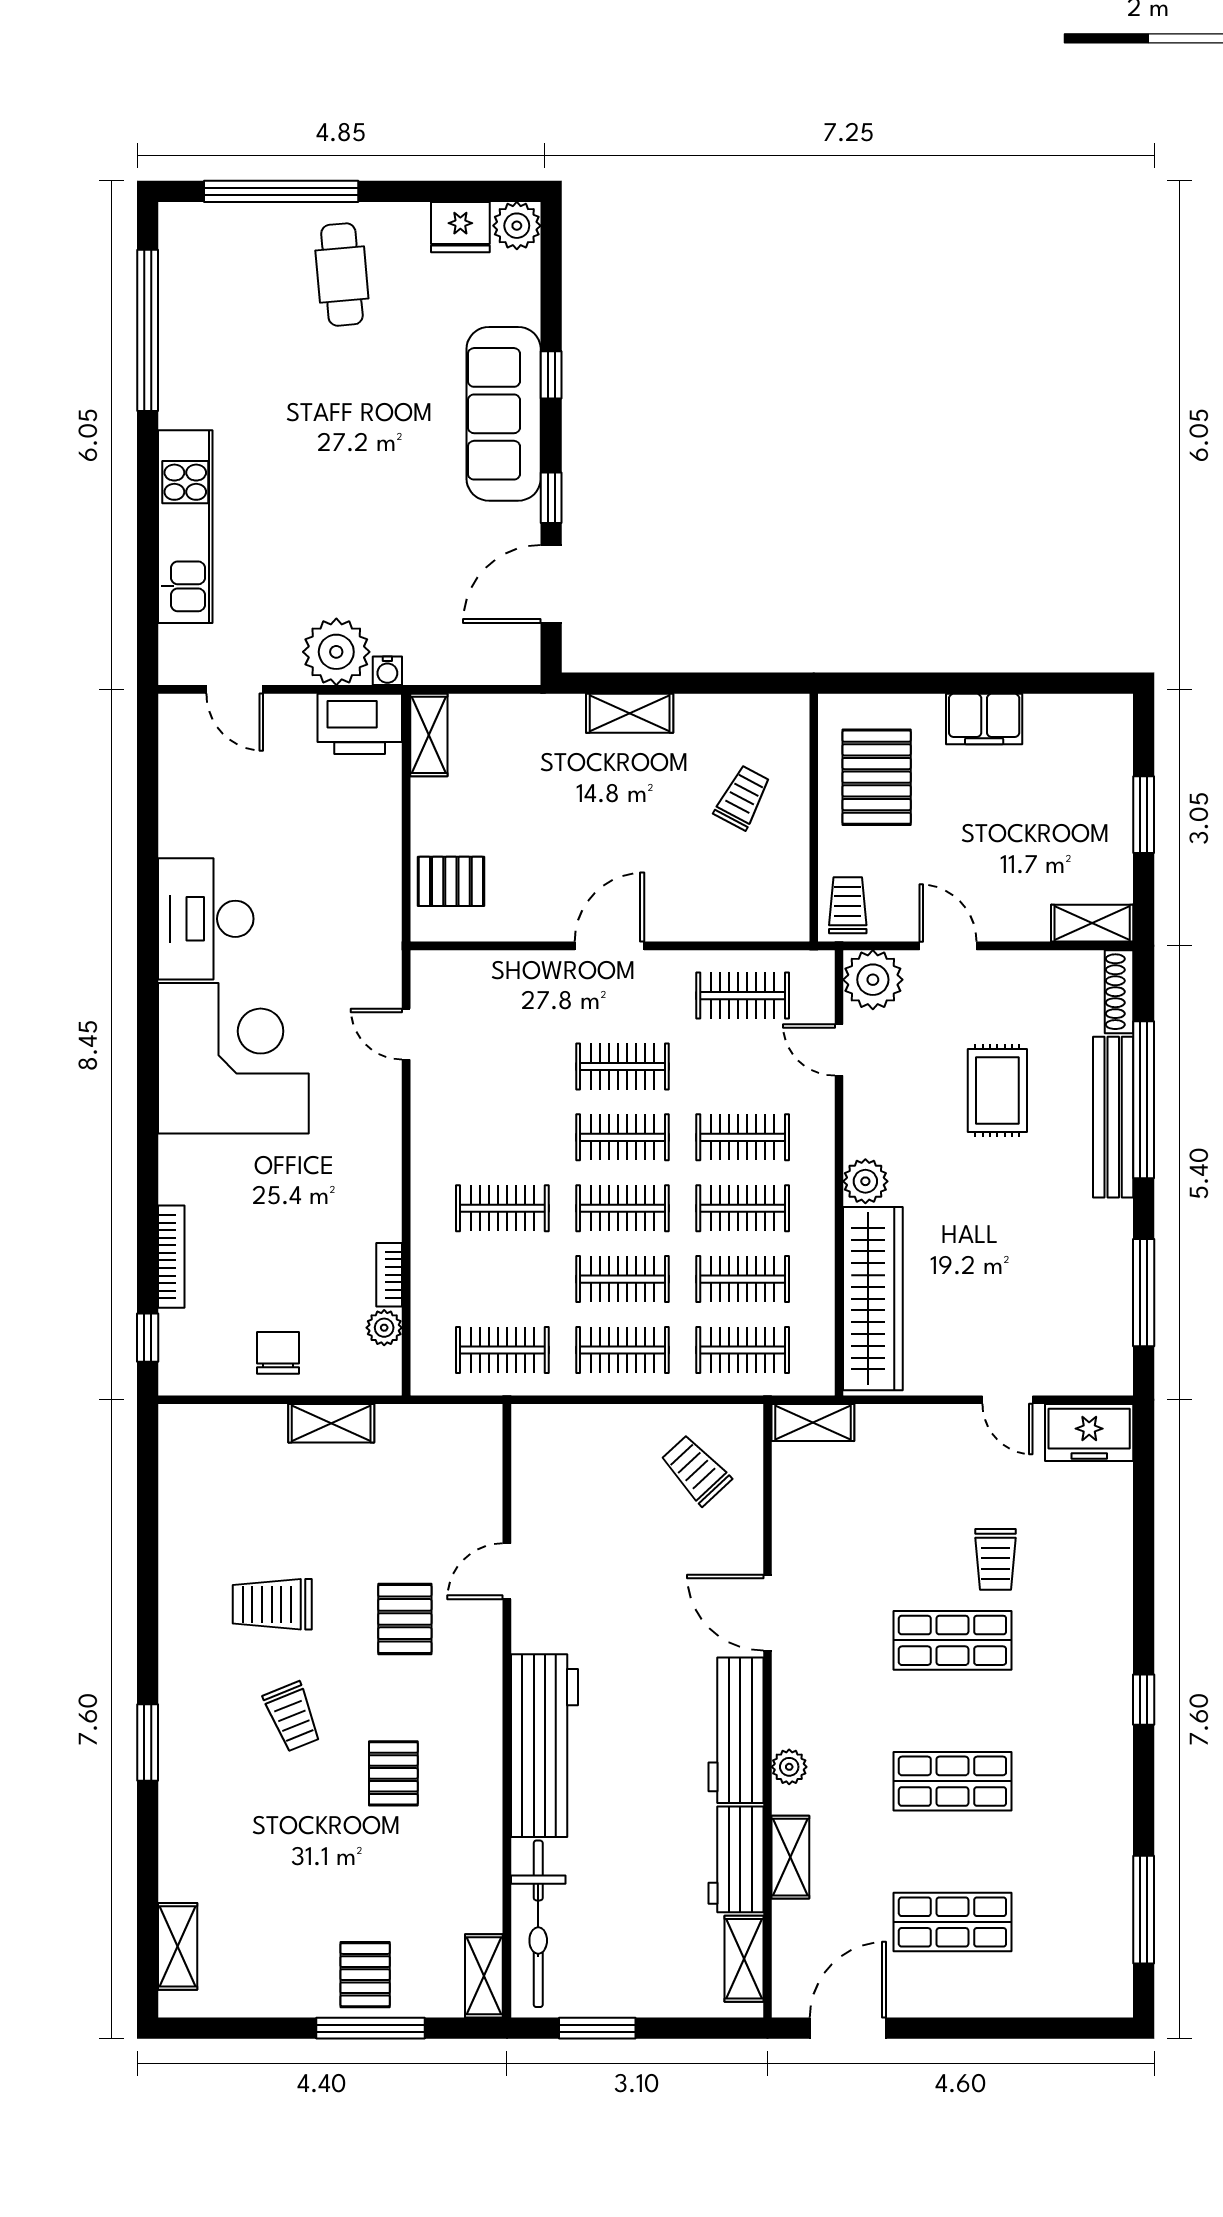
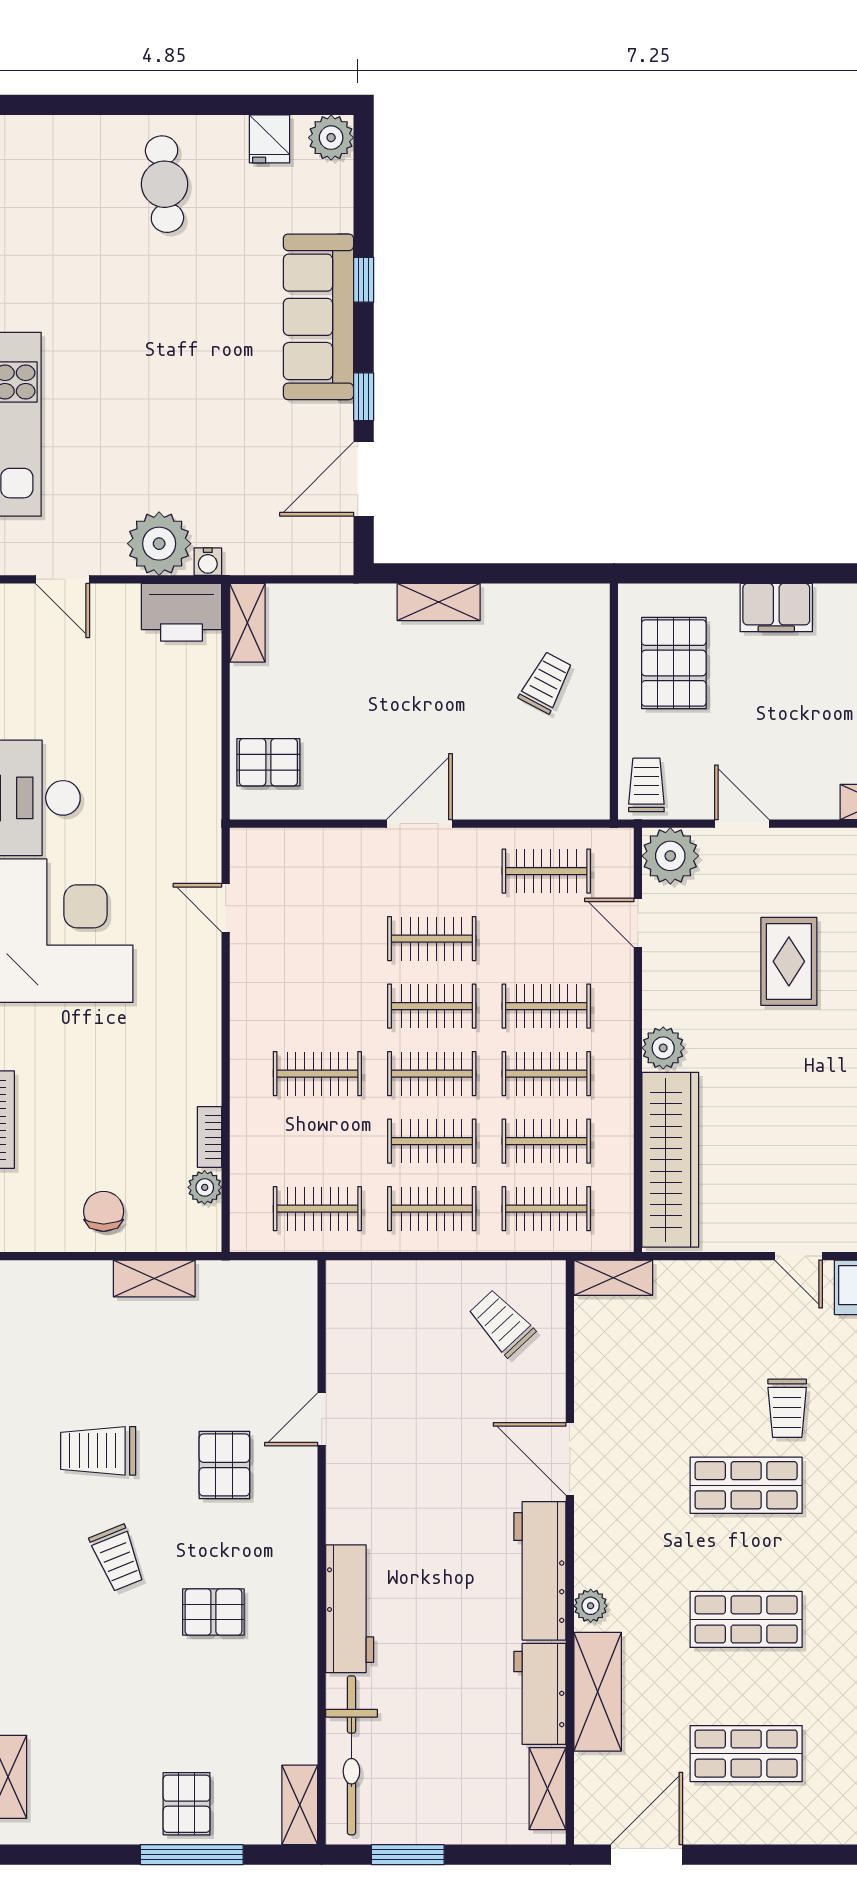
window: (281, 191) -> (107, 105), removed
fridge: (460, 227) -> (270, 139), width x0.72
workbench: (544, 1746) -> (350, 1609), width x0.73, depth x0.76
pallet: (393, 1773) -> (213, 1612), turned 90
shelving: (790, 1857) -> (598, 1692), width x1.50, depth x1.33

